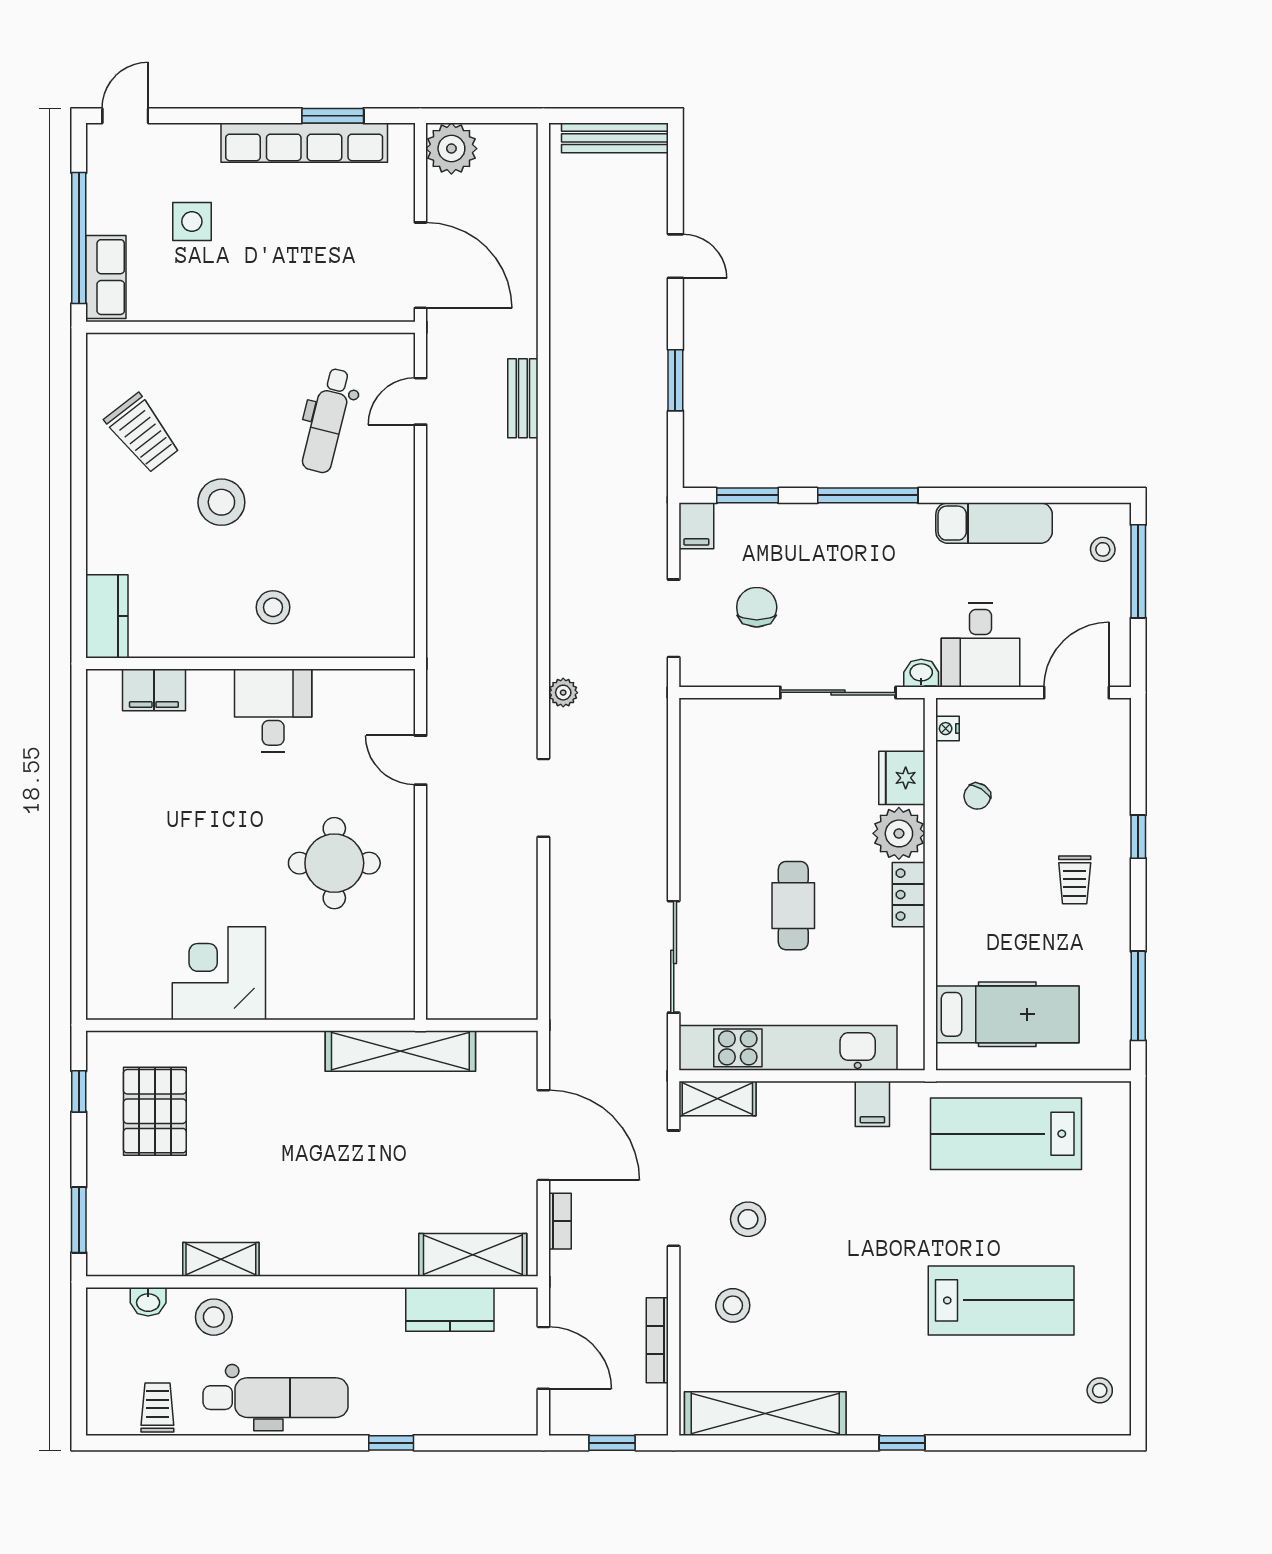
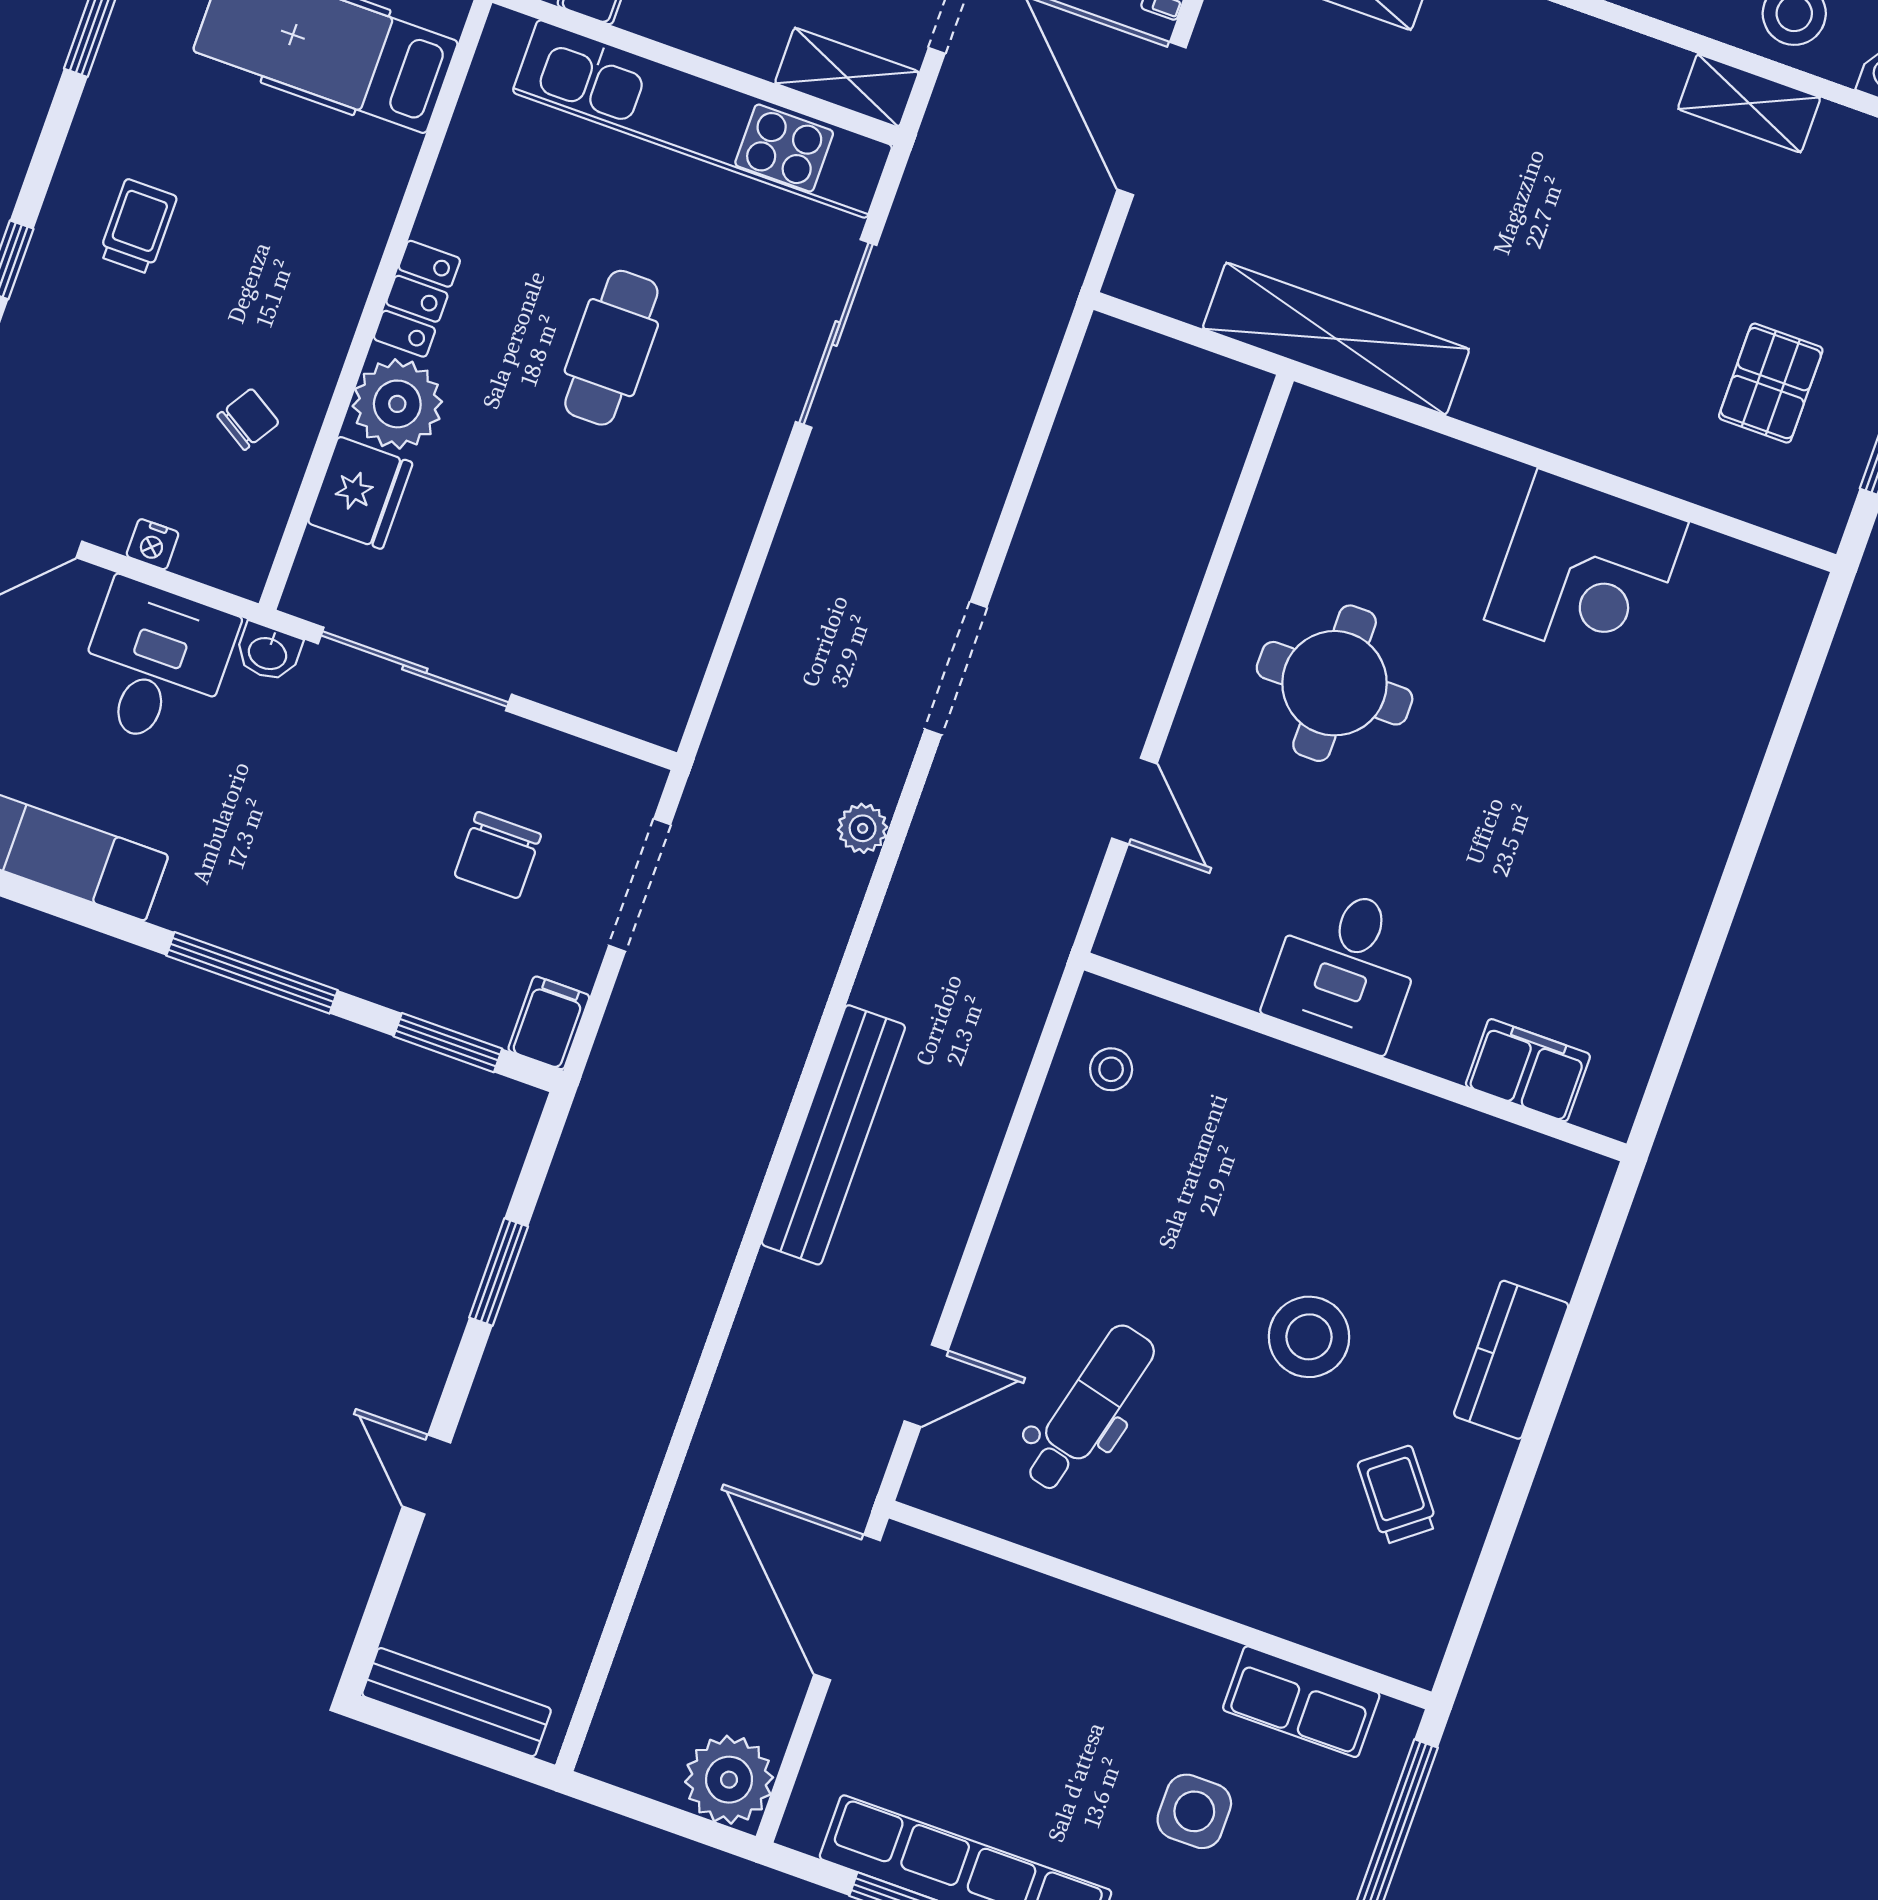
row of seats: (106, 277) -> (1301, 1702), moved, turned -90
bench: (523, 398) -> (833, 1135), moved, width x1.86, depth x1.21
trolley: (143, 433) -> (1398, 1495), width x0.73, depth x0.72
stool: (273, 607) -> (1111, 1069), moved, width x0.73, depth x0.73
kitchen counter: (107, 616) -> (1511, 1360), moved
nightstand: (947, 729) -> (153, 544), moved, turned 90
pallet: (155, 1111) -> (1771, 383), width x0.67, depth x0.71

